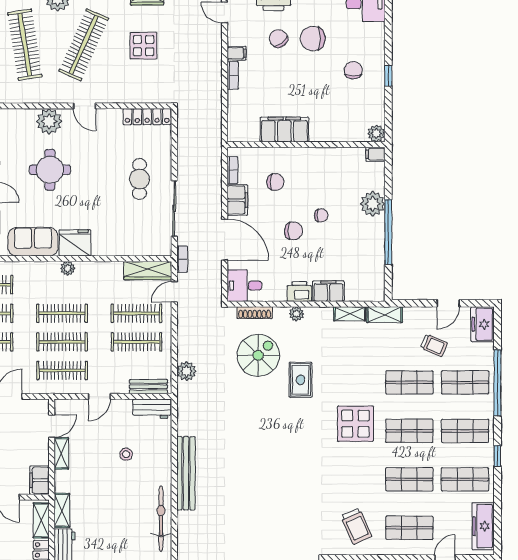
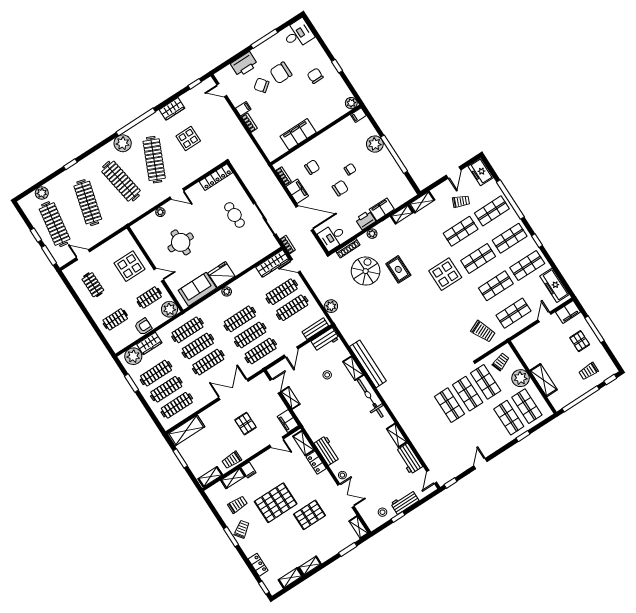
plant: (49, 121) -> (160, 212), width x0.53, depth x0.53
door: (174, 292) -> (295, 266), hinge flipped
shelving: (62, 510) -> (353, 368), moved

